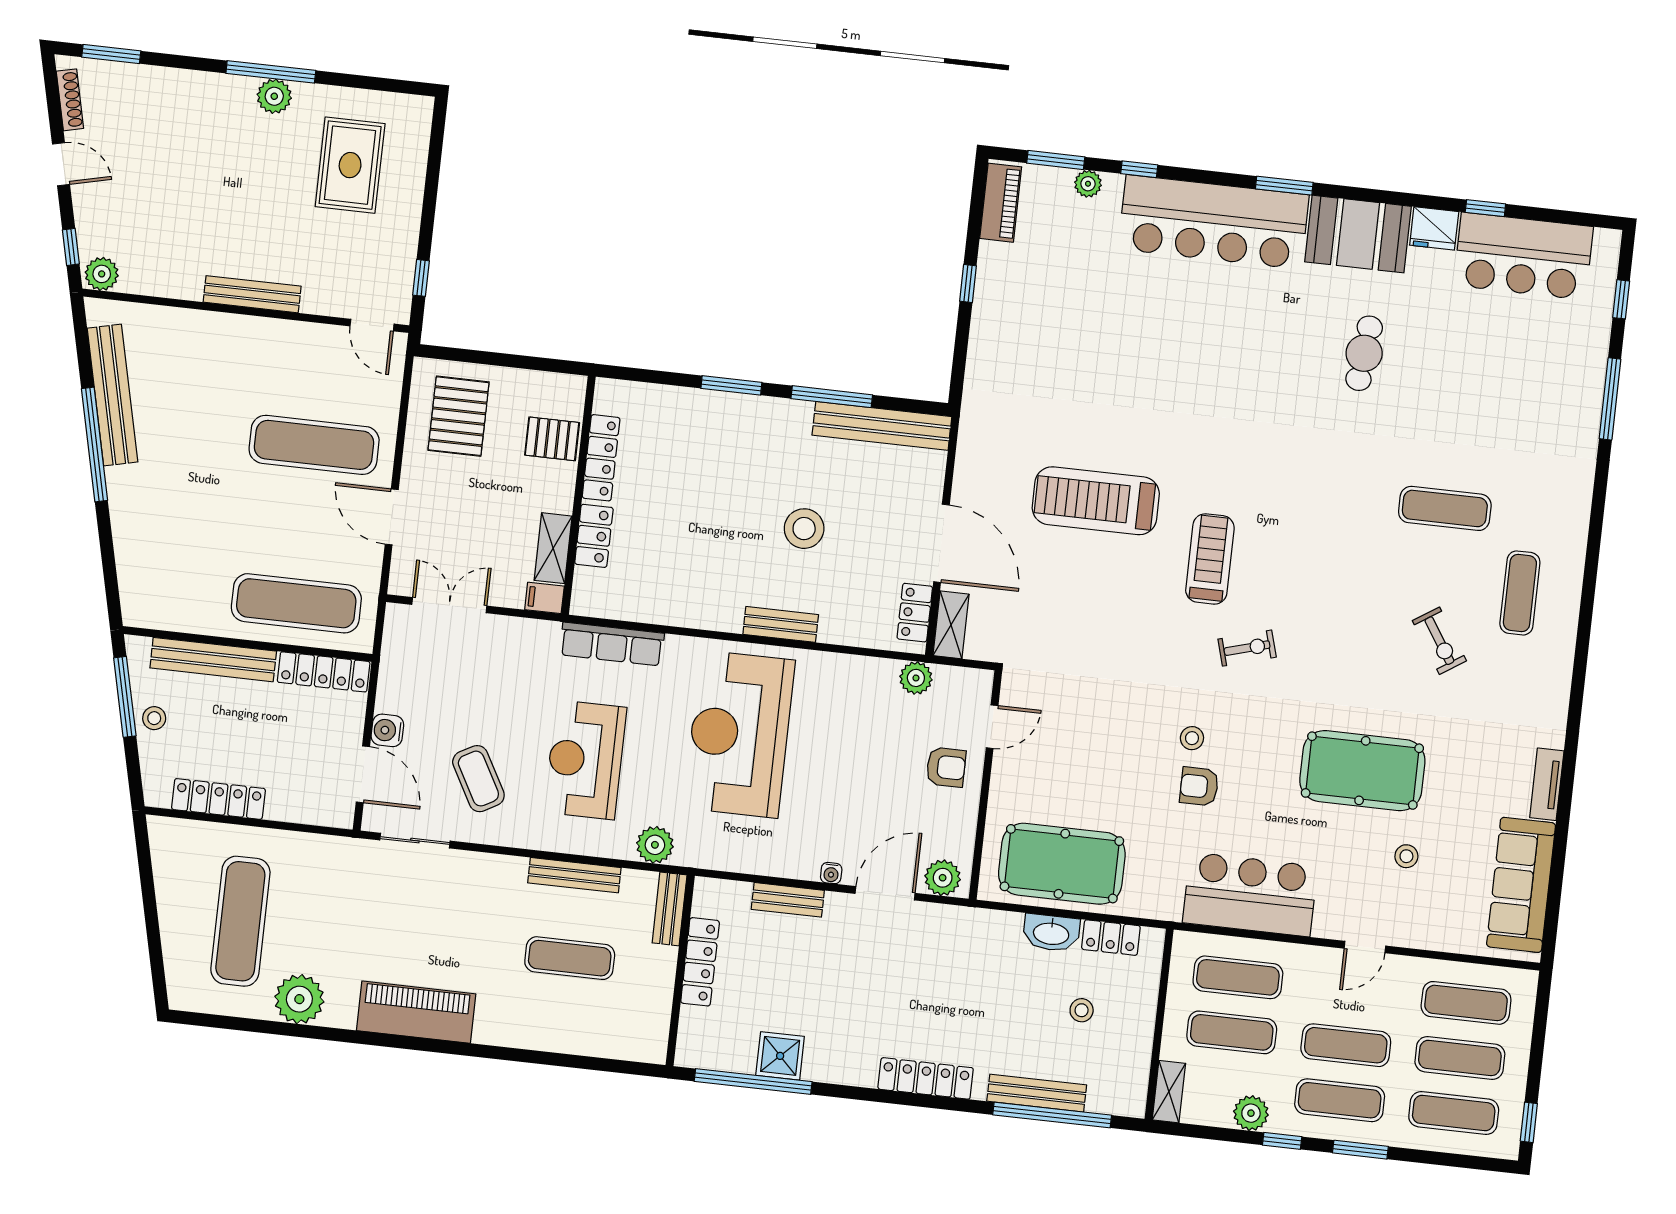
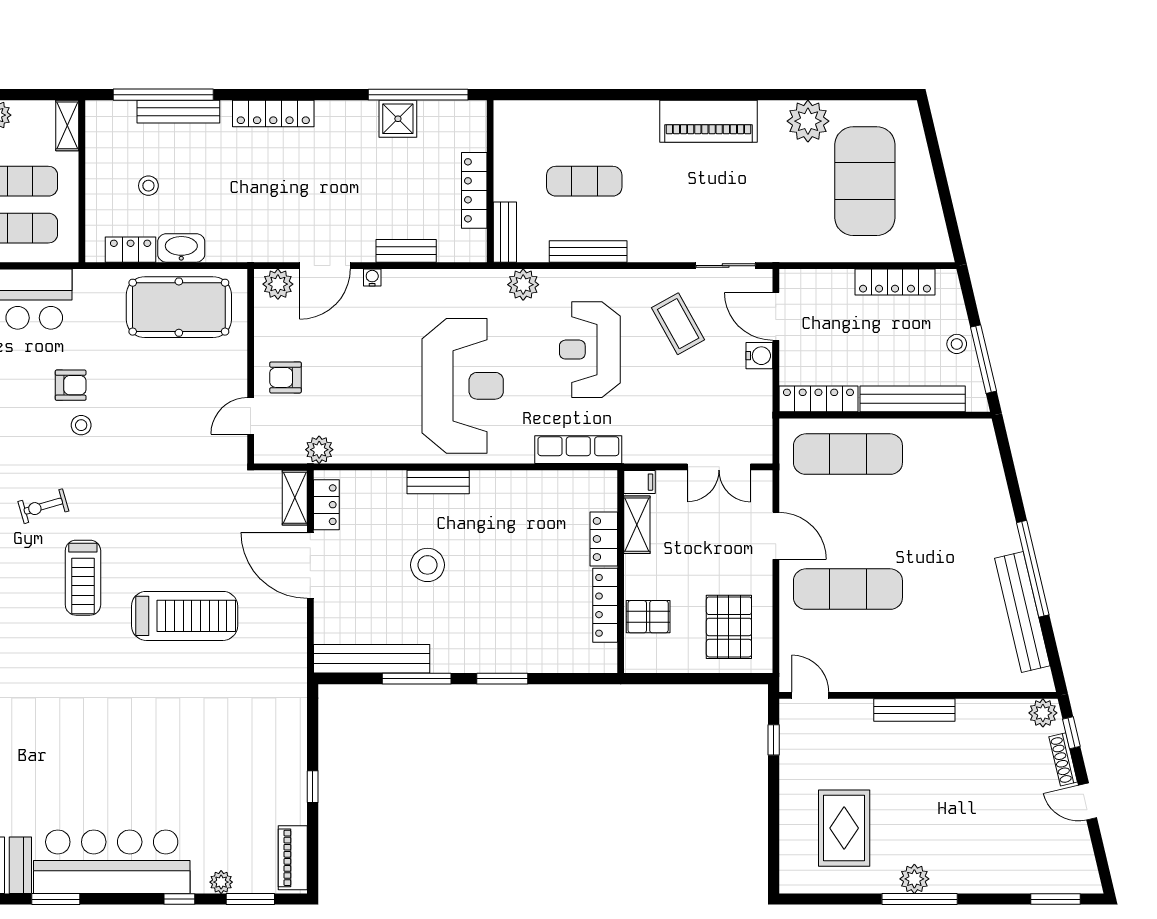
shoe rack: (70, 100) -> (1063, 759), moved
reception desk: (585, 760) -> (590, 350), turned 180
exercise mat: (240, 921) -> (865, 181), width x1.47

